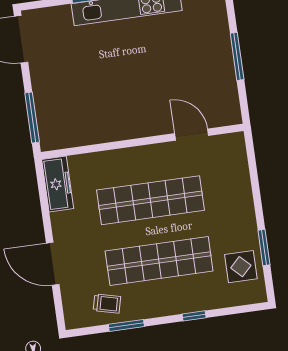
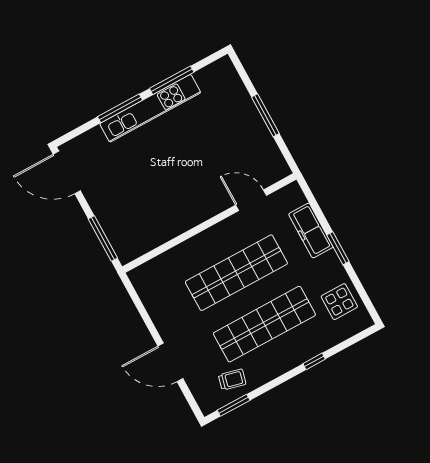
freezer: (58, 184) -> (311, 231), moved, turned 180
window: (264, 247) -> (338, 248), moved
window: (126, 325) -> (234, 405), moved

